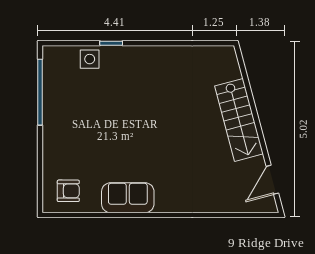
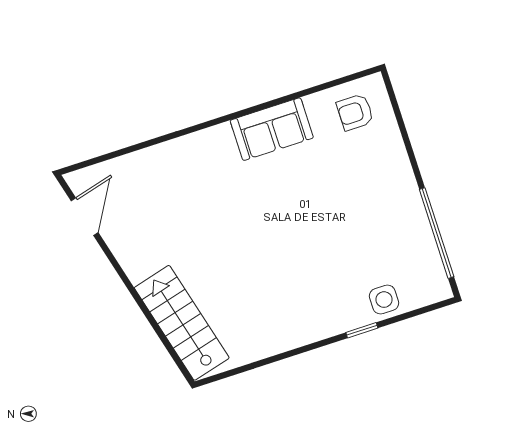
stairs: (239, 120) -> (182, 323), moved

